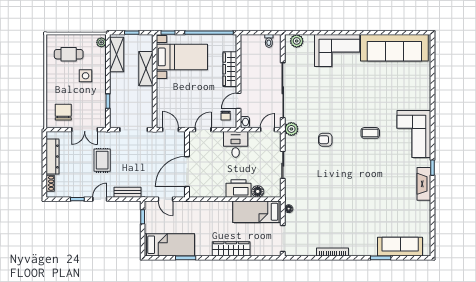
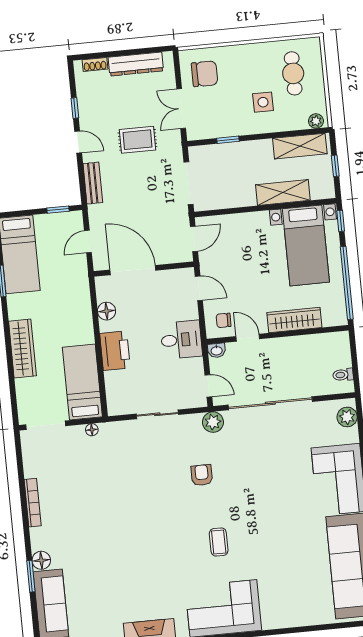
floor lamp: (258, 191) -> (107, 311), moved
floor lamp: (371, 250) -> (41, 560), added

